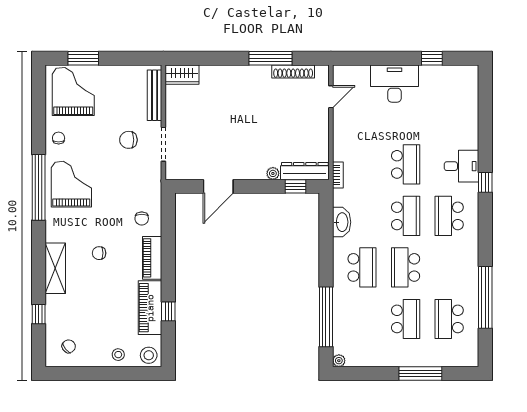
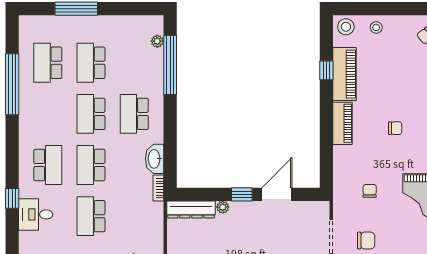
bookcase: (338, 175) -> (158, 188), moved
window: (295, 186) -> (242, 194), moved
chair: (142, 219) -> (370, 191), moved
school desk: (406, 267) -> (91, 114), turned 180
school desk: (449, 319) -> (48, 63), turned 180
plant: (339, 361) -> (157, 41), moved

